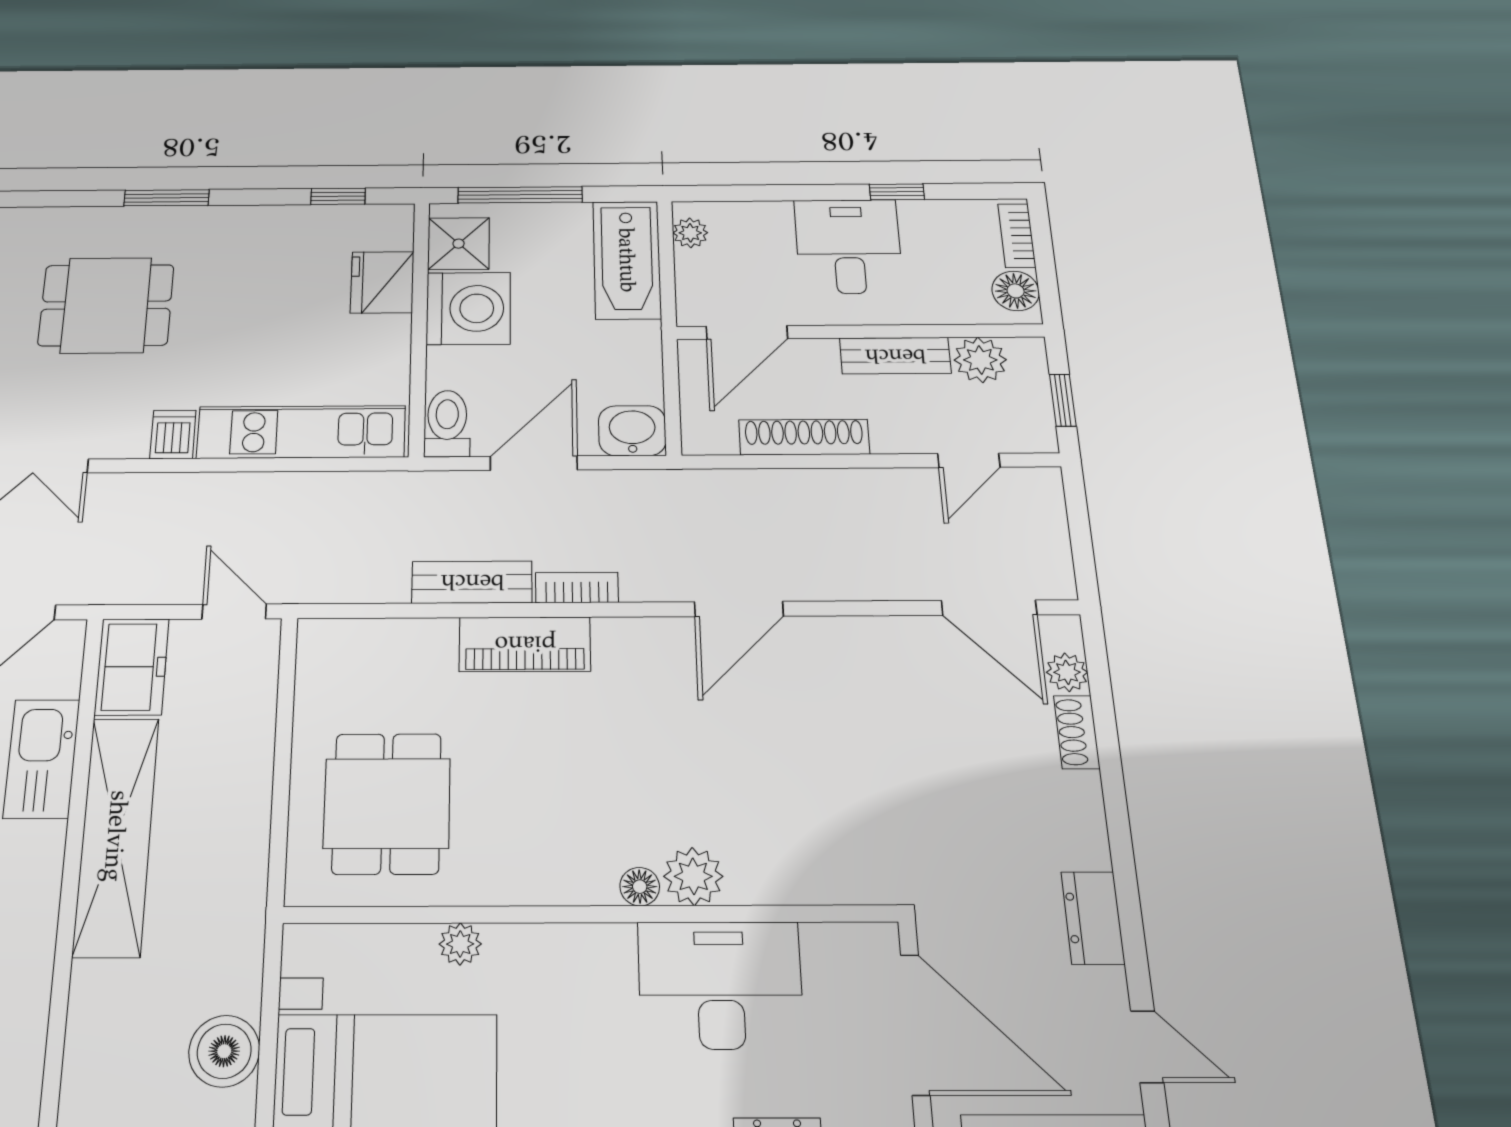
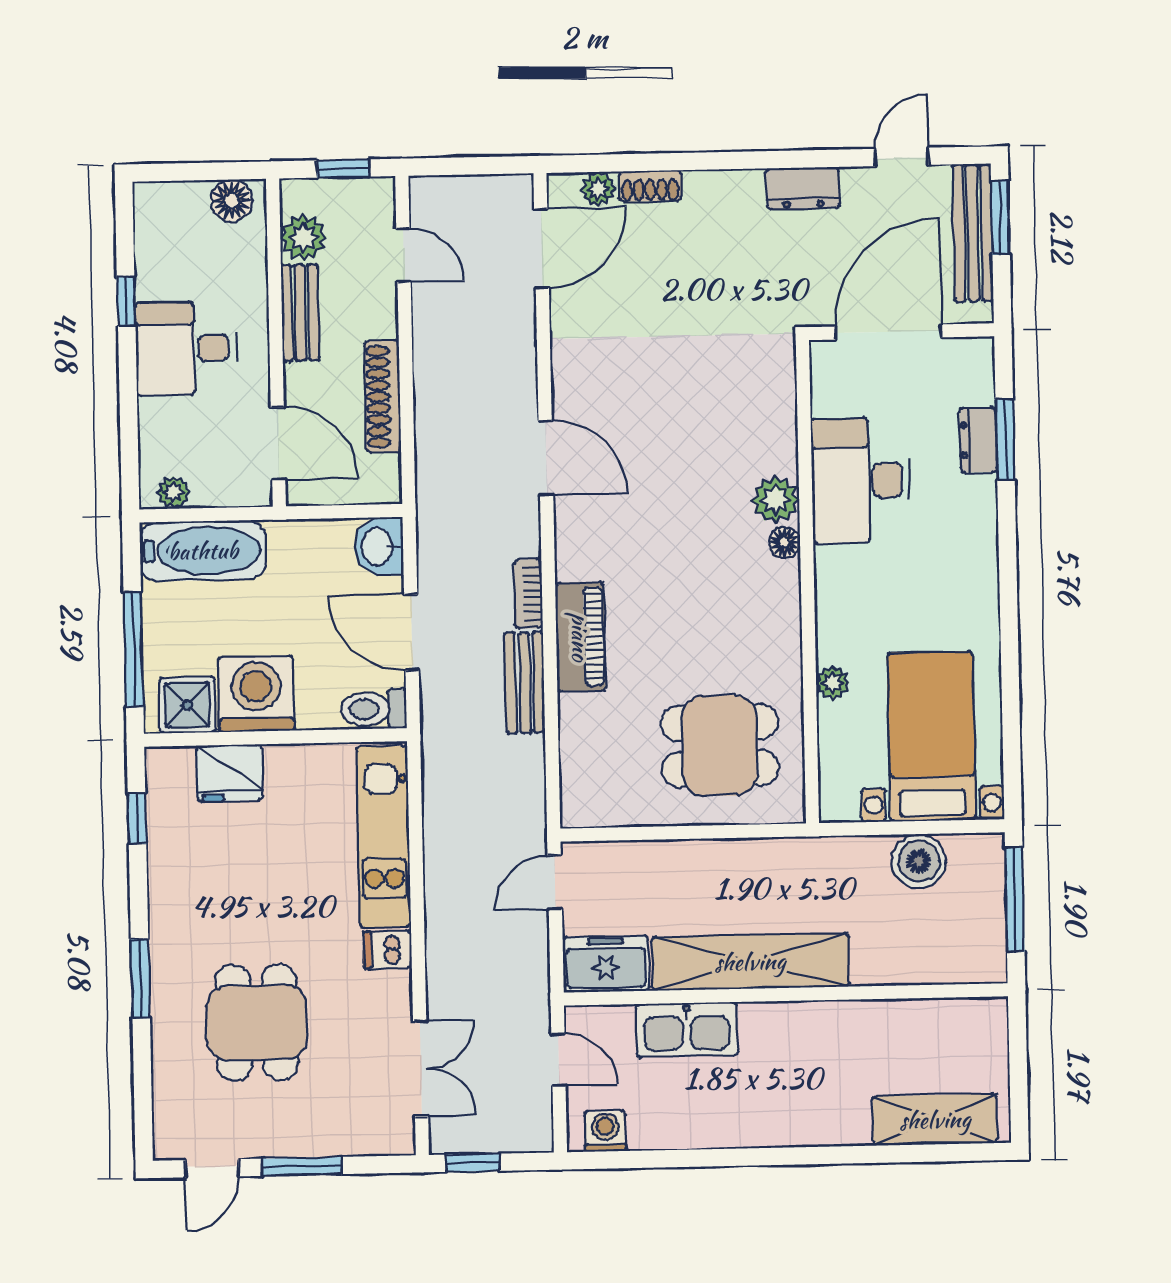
bookcase: (1017, 236) -> (173, 195), removed

